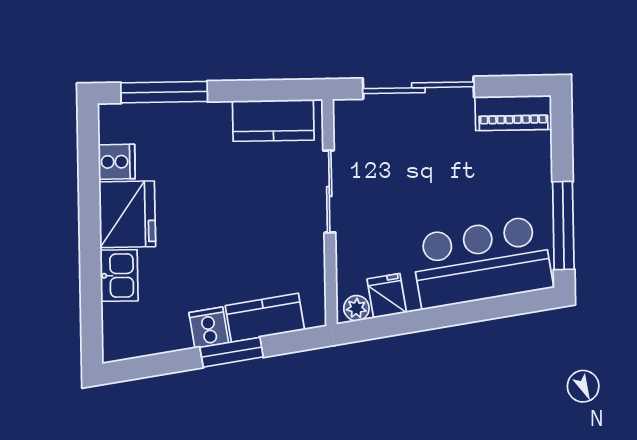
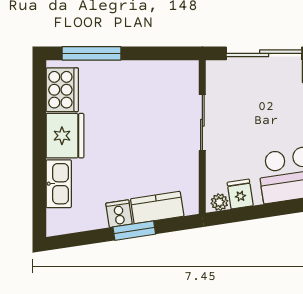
kitchen counter: (273, 120) -> (165, 74), removed
cooker: (117, 162) -> (62, 90), width x1.87, depth x1.31
kitchen sink: (119, 276) -> (59, 184), width x1.38

